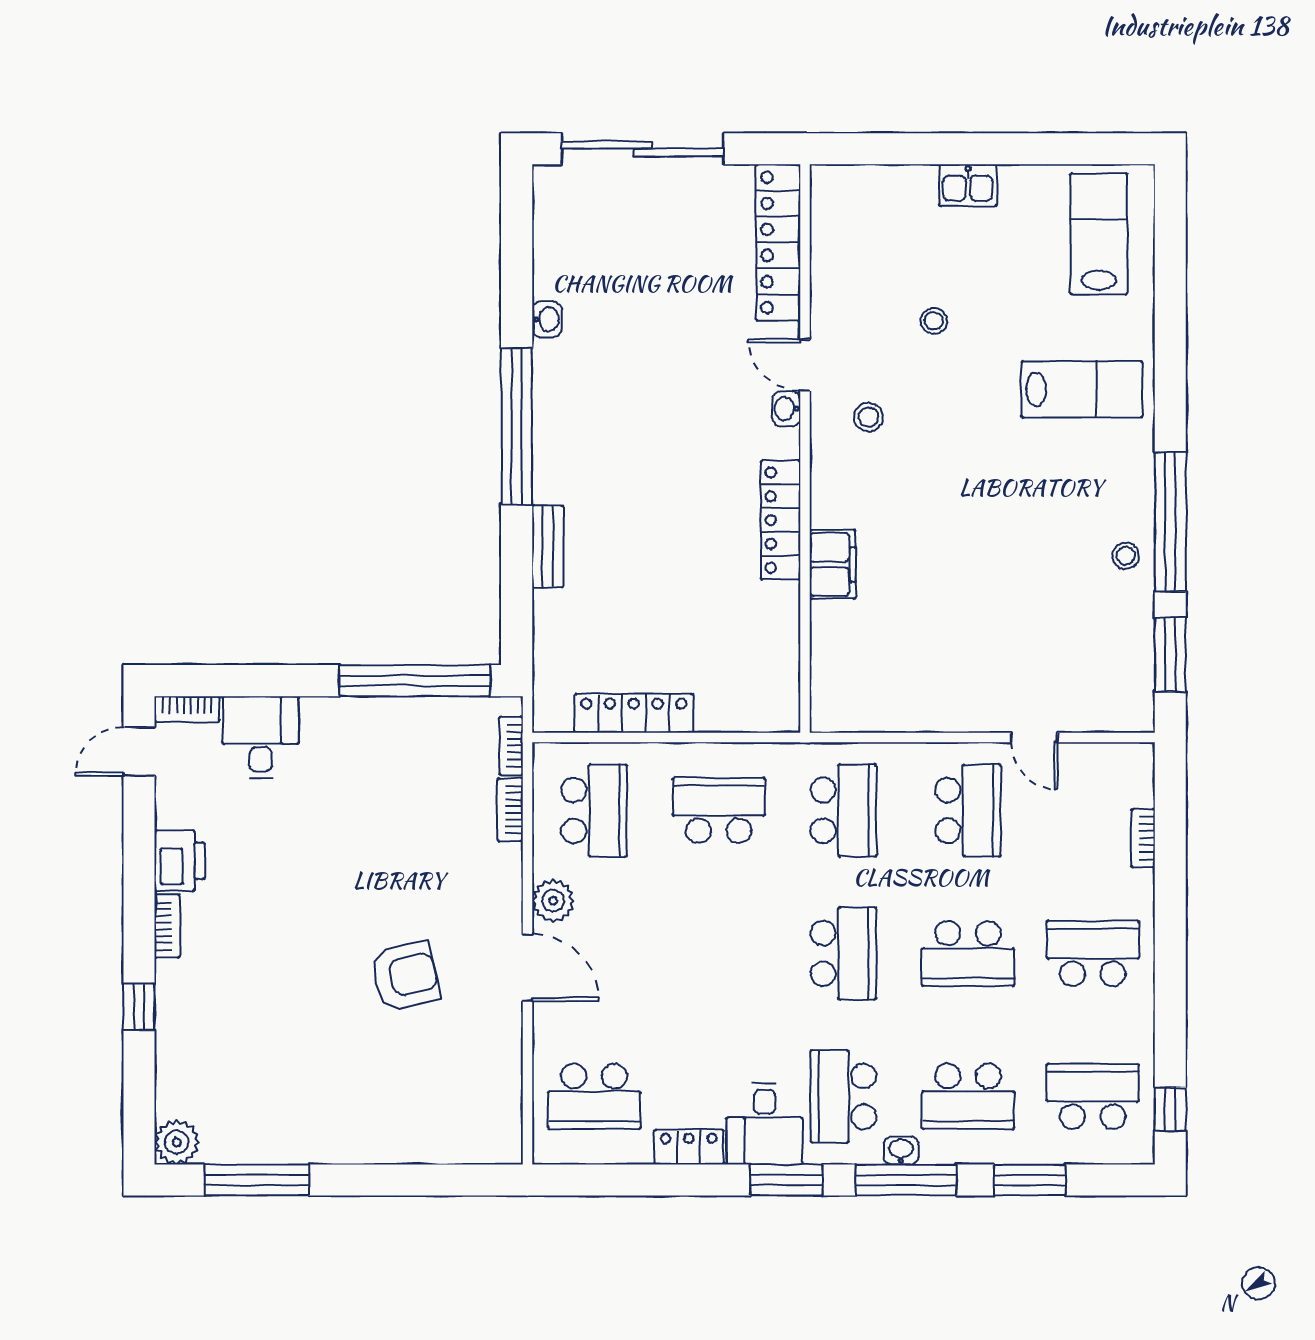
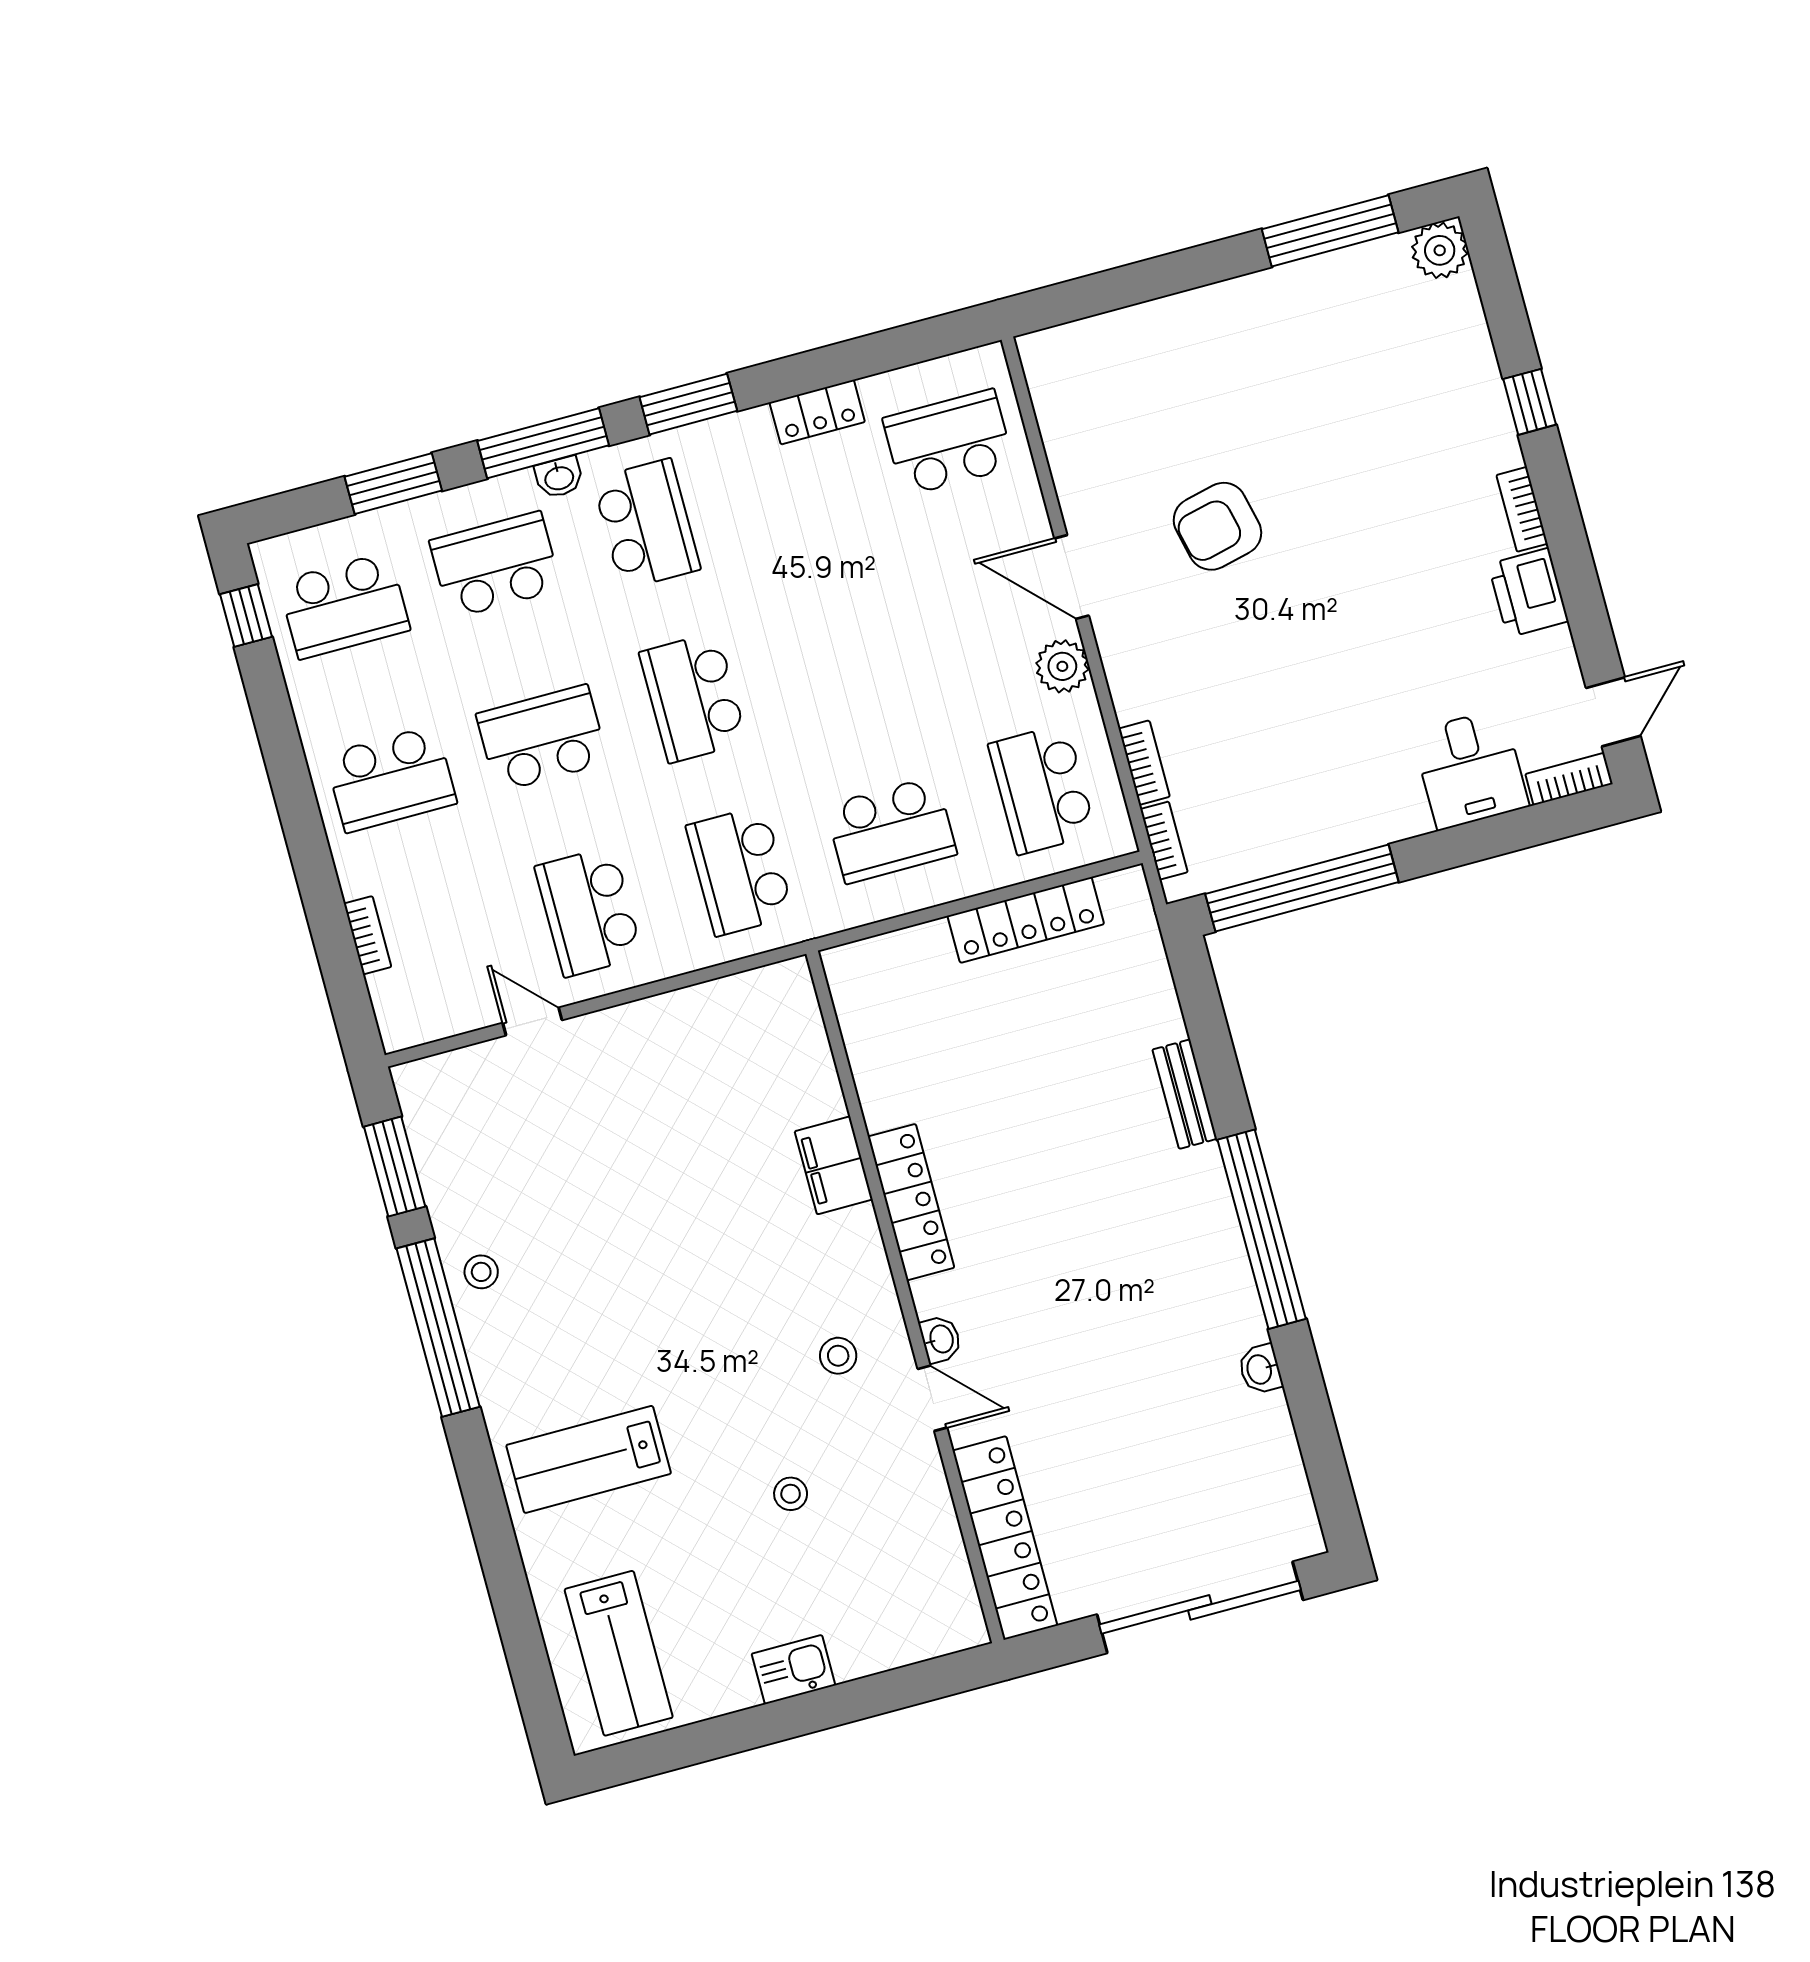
desk: (765, 1124) -> (733, 465), removed

